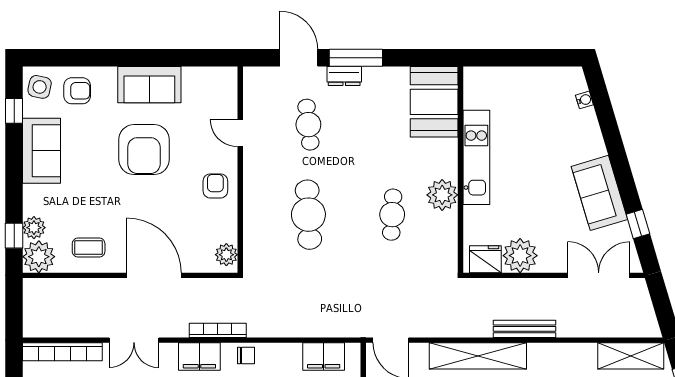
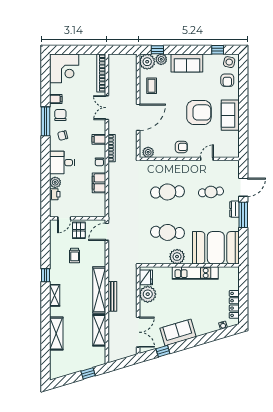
locker: (541, 76) -> (234, 304), added
booth: (434, 102) -> (216, 248), width x1.36, depth x1.42
armchair: (144, 150) -> (199, 112), turned 180
sofa: (42, 151) -> (187, 63), moved
cafe table: (392, 215) -> (167, 232), width x1.37, depth x1.35
shelving: (478, 356) -> (99, 290), moved
shelving: (631, 356) -> (99, 330), moved
filing cabinet: (199, 357) -> (99, 139), width x0.50
filing cabinet: (324, 357) -> (99, 183), moved

